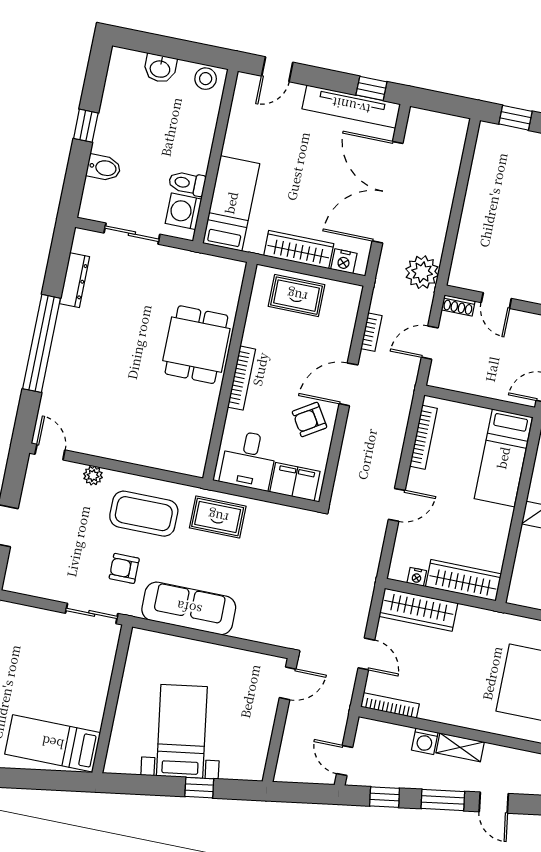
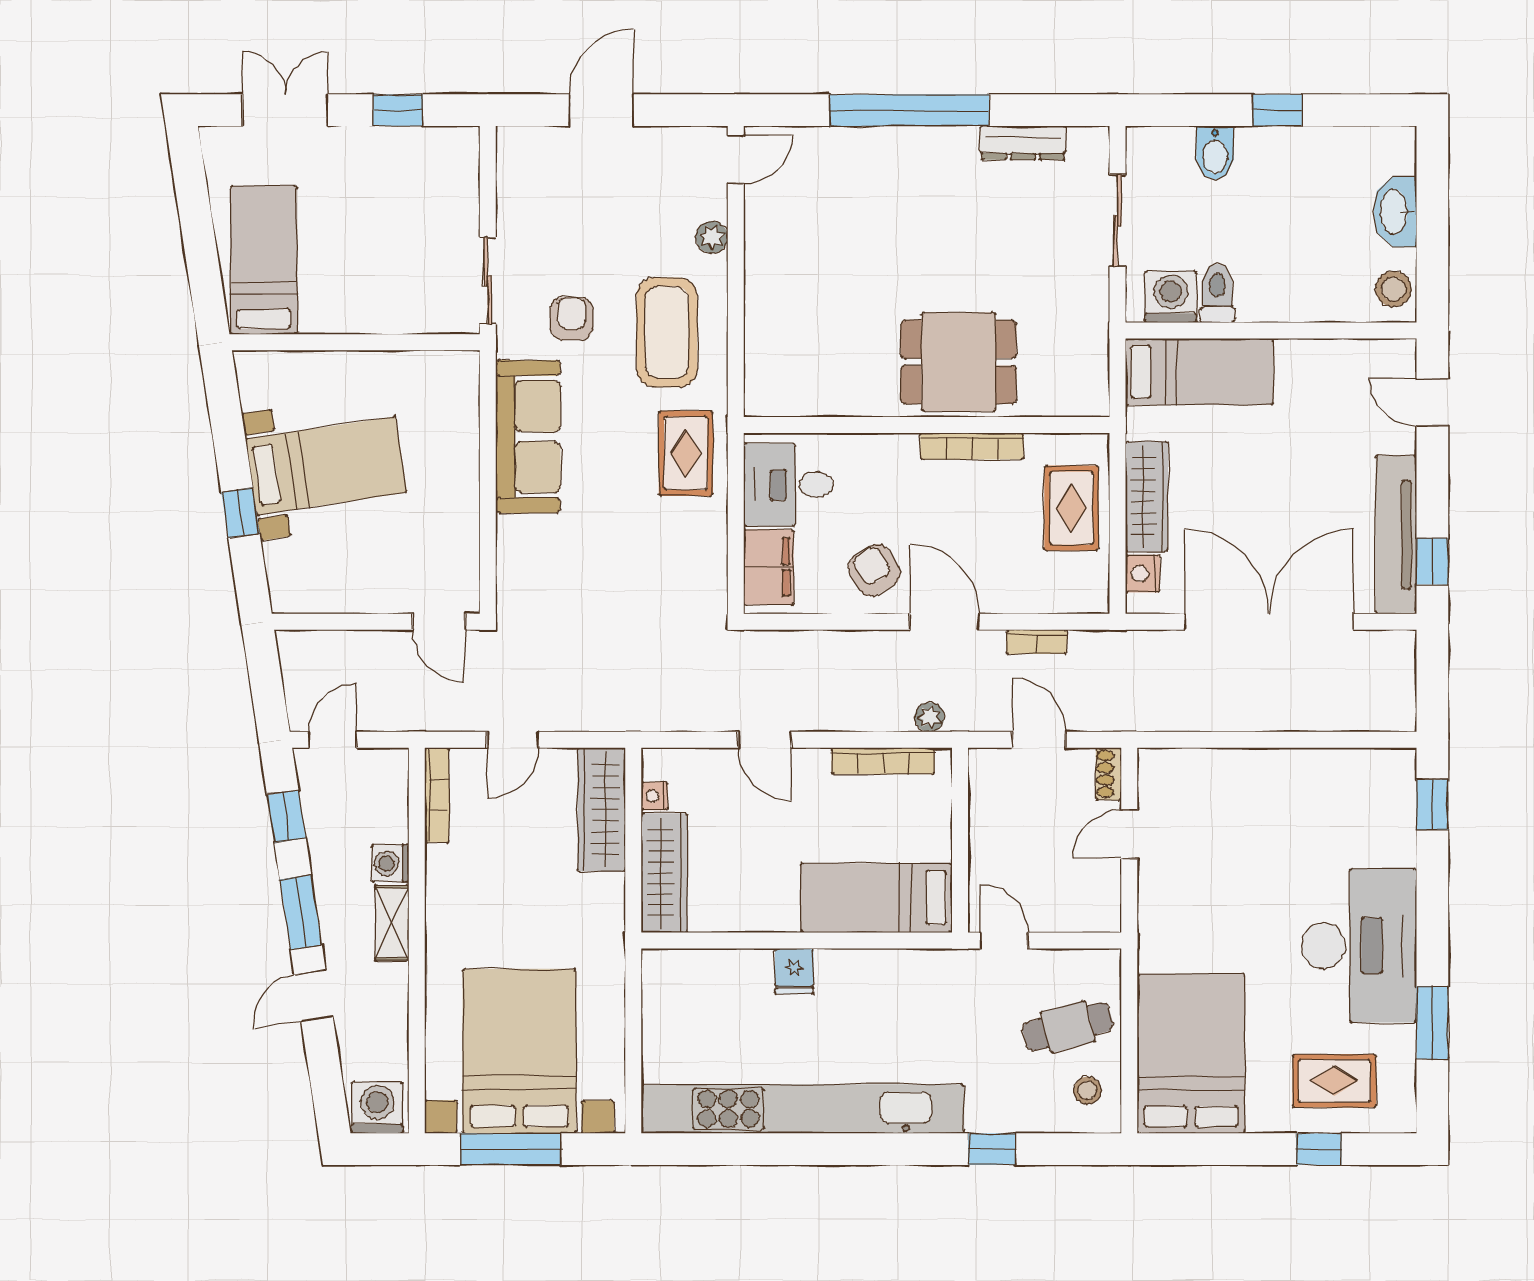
washbasin: (160, 68) -> (1395, 212), width x1.38
plant: (422, 272) -> (930, 717), moved, width x0.53, depth x0.53
bookcase: (241, 378) -> (972, 446), moved

